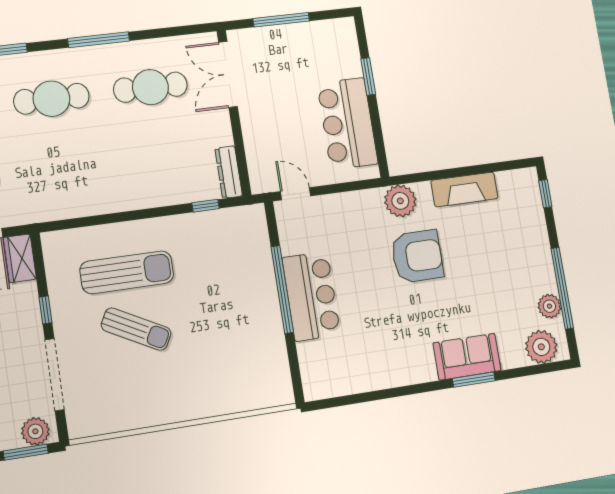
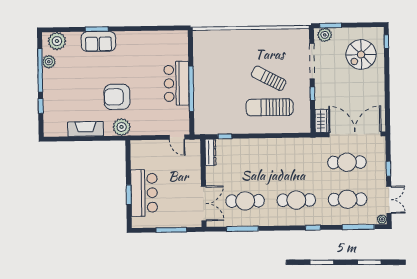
window: (99, 40) -> (242, 229), moved
bar counter: (348, 123) -> (144, 193), moved
window: (545, 194) -> (41, 106), moved

